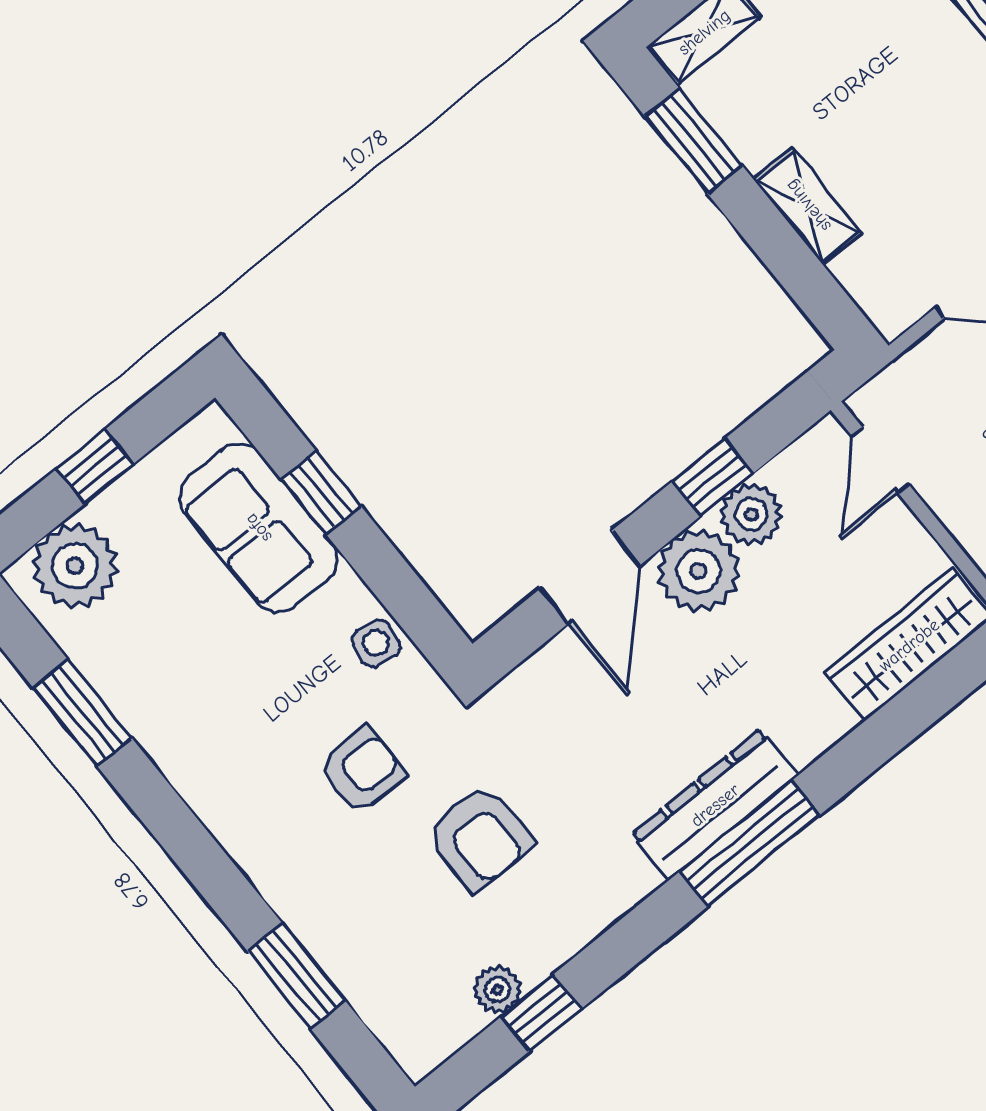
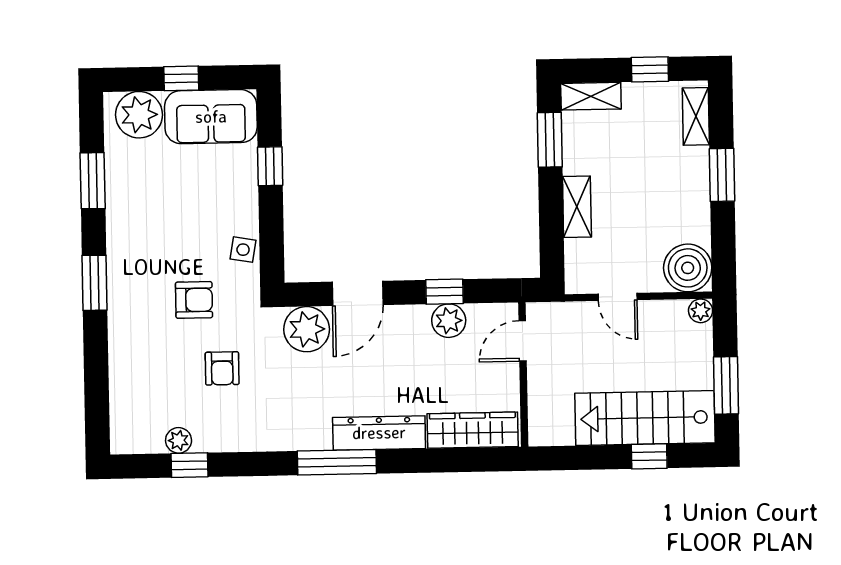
sofa: (258, 528) -> (211, 117), moved, turned -90
plant: (698, 571) -> (307, 329), moved
dresser: (715, 805) -> (379, 433), moved
armchair: (479, 837) -> (222, 368), width x0.72, depth x0.72
window: (296, 976) -> (95, 283), moved

